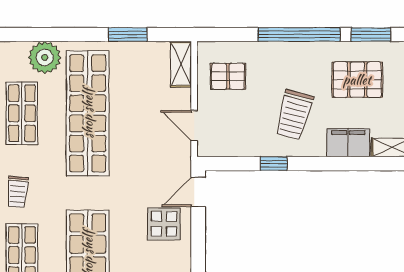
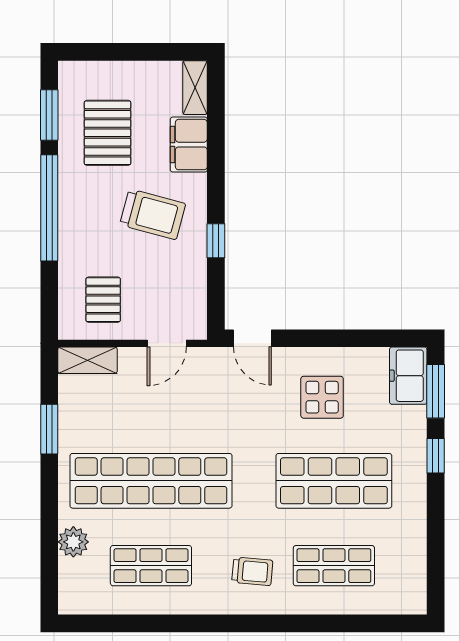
plant: (45, 57) -> (73, 542), width x0.73, depth x0.73
display table: (164, 224) -> (322, 397), moved

